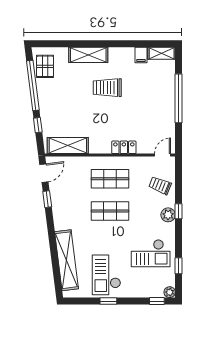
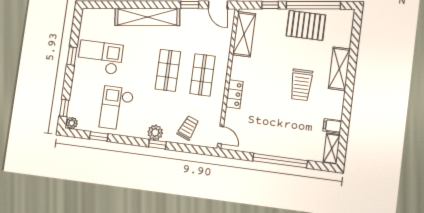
pallet: (45, 66) -> (306, 25), moved, width x1.50, depth x1.42
trolley: (107, 88) -> (301, 85), turned 180
shelving: (66, 260) -> (147, 17), moved

